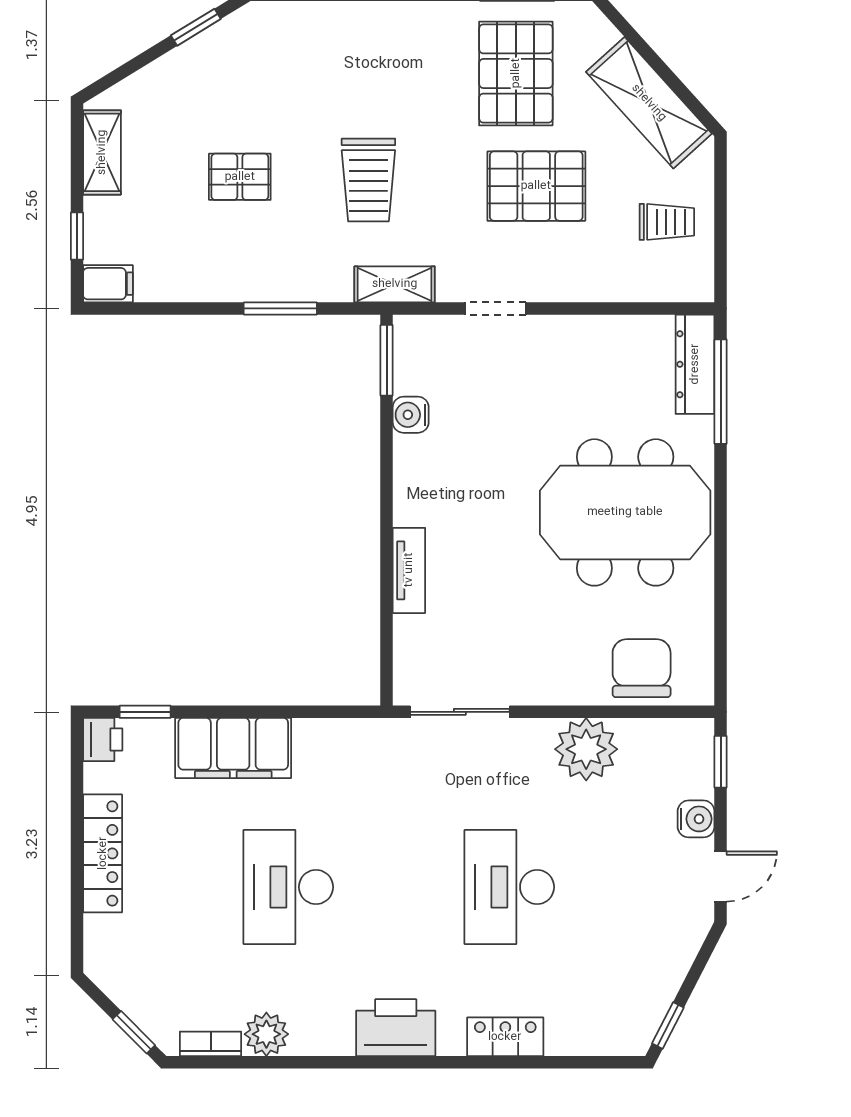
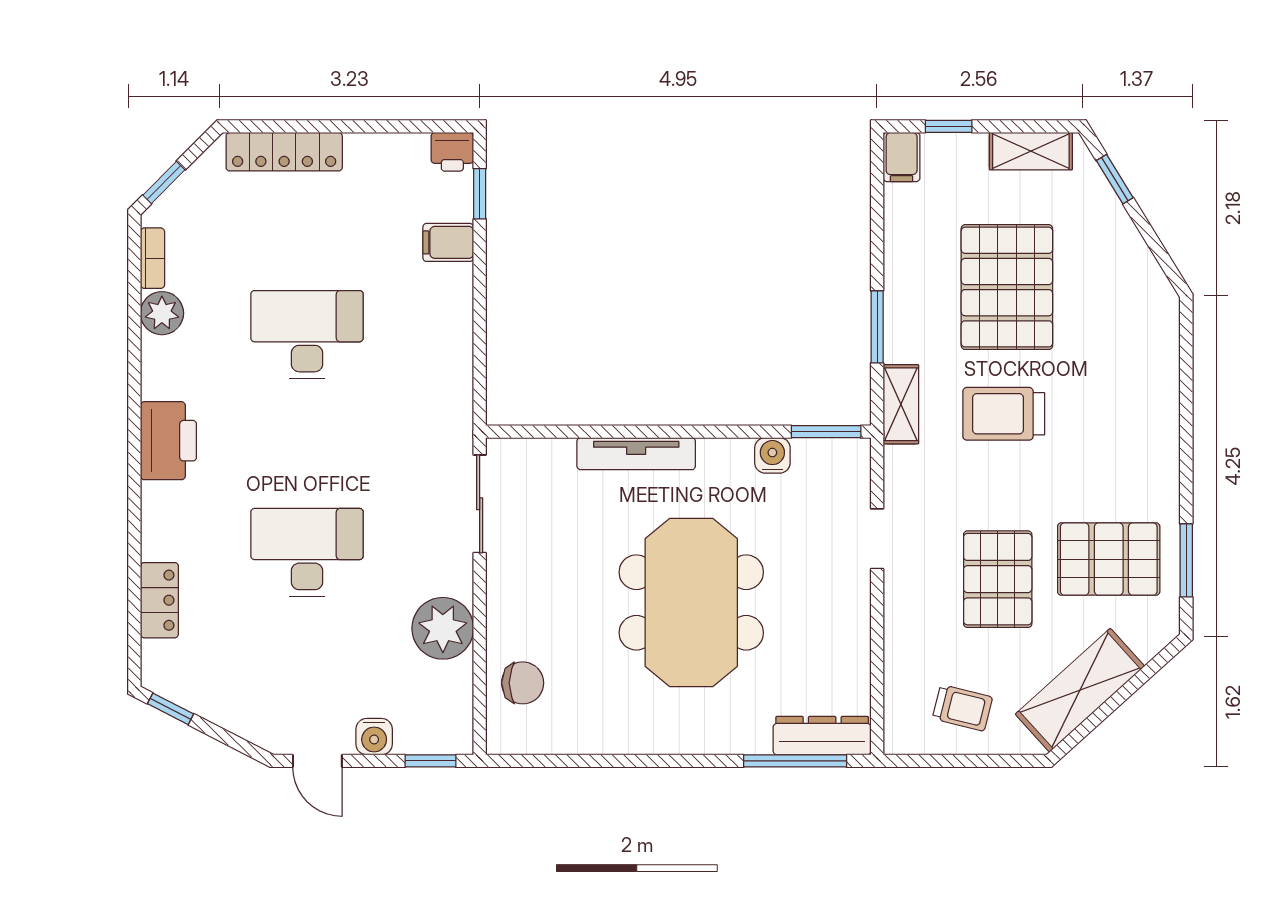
window: (196, 27) -> (1115, 179), moved
pallet: (240, 177) -> (1007, 287), width x2.05, depth x2.00
trolley: (667, 222) -> (962, 708), turned -76
shelving: (395, 284) -> (901, 404), moved
meeting table: (625, 512) -> (691, 602), moved
tv unit: (409, 570) -> (636, 454), width x1.41
chair: (642, 668) -> (523, 683), width x0.73, depth x0.73
filing cabinet: (233, 748) -> (448, 242), width x0.33, depth x0.86
locker: (103, 853) -> (284, 152), moved
locker: (505, 1037) -> (159, 600), moved

